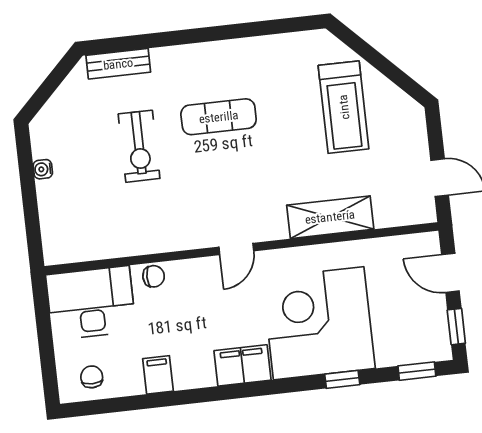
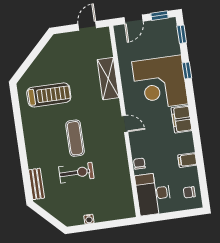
treadmill: (344, 107) -> (49, 95), moved
exercise mat: (219, 117) -> (75, 138), moved

